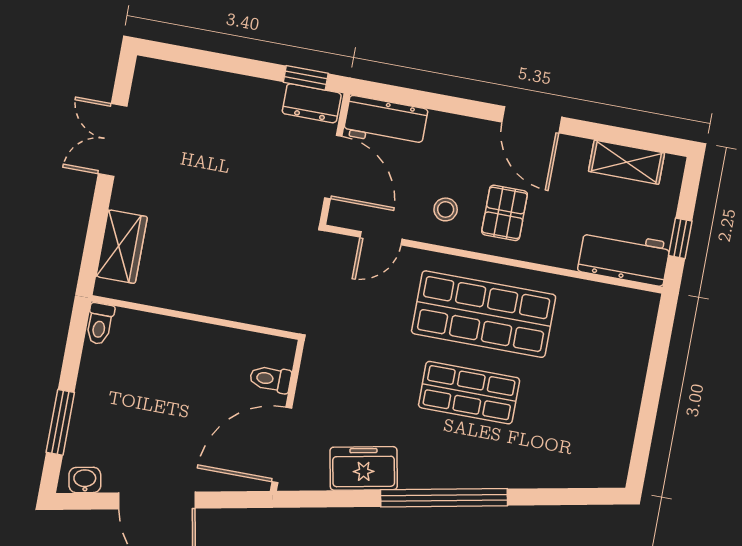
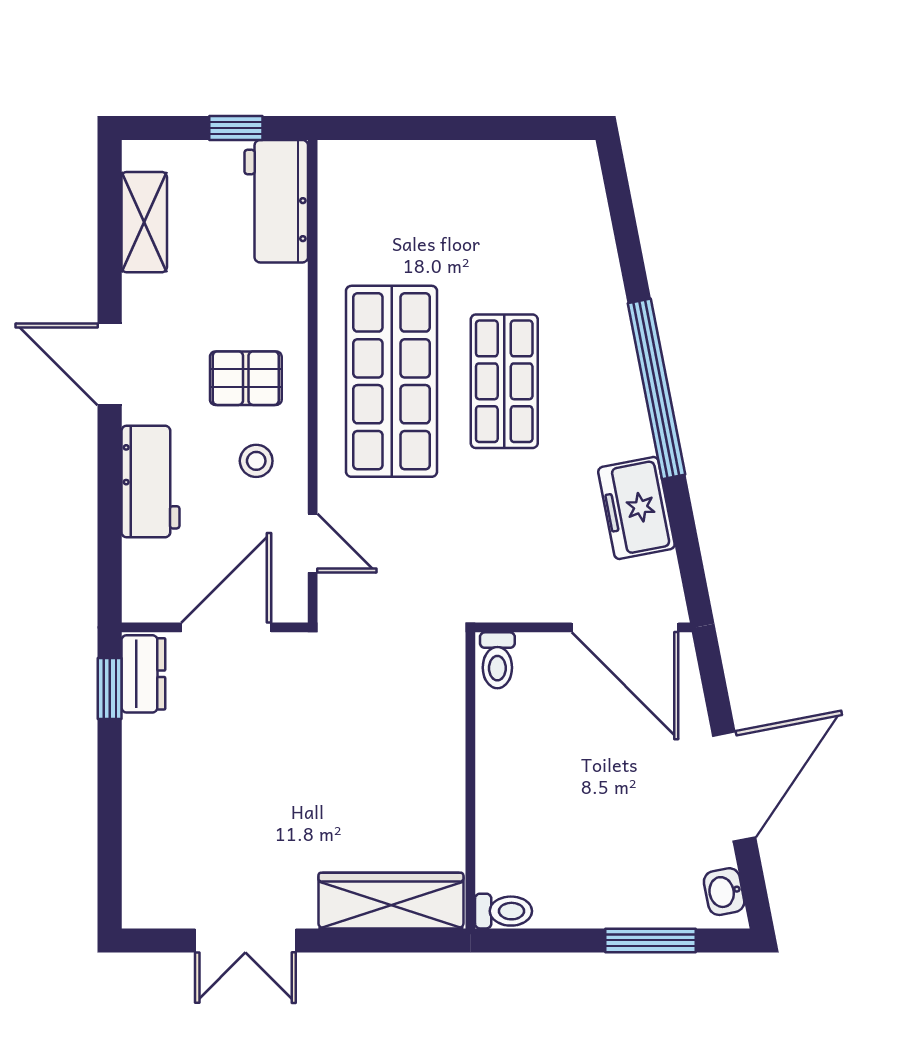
door: (532, 120) -> (110, 364), swing flipped
workbench: (385, 122) -> (150, 482), moved
wardrobe: (122, 247) -> (391, 901), width x1.50
toilet: (270, 379) -> (497, 660), moved

